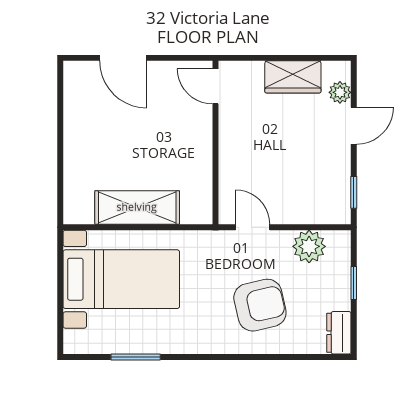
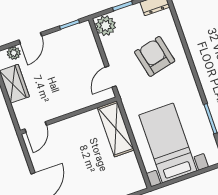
door: (354, 126) -> (30, 38), swing flipped
shelving: (137, 207) -> (116, 129), moved
plant: (309, 246) -> (106, 26), moved

